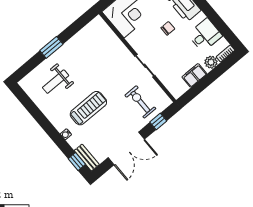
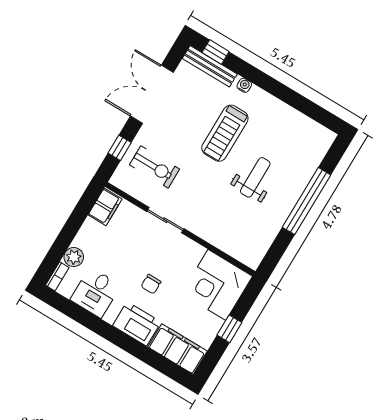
window: (51, 47) -> (306, 201), width x2.11
filing cabinet: (194, 75) -> (105, 207), moved
weight bench: (56, 82) -> (255, 177), moved
bench: (87, 158) -> (210, 66), width x1.36

